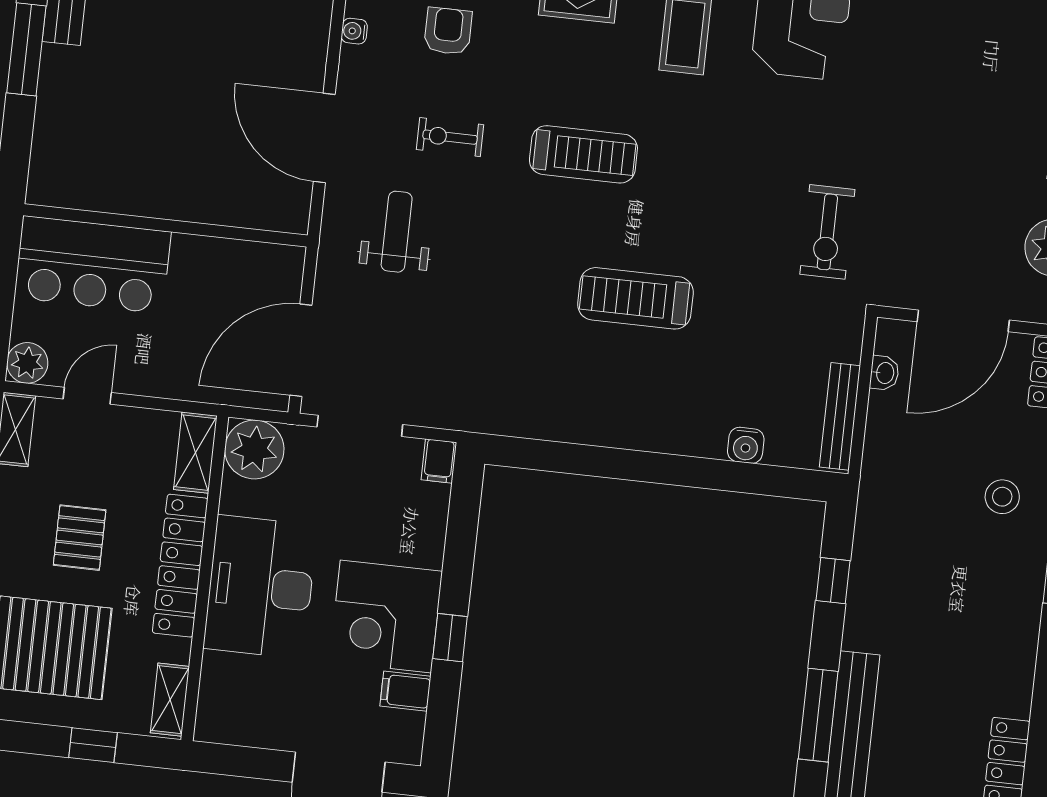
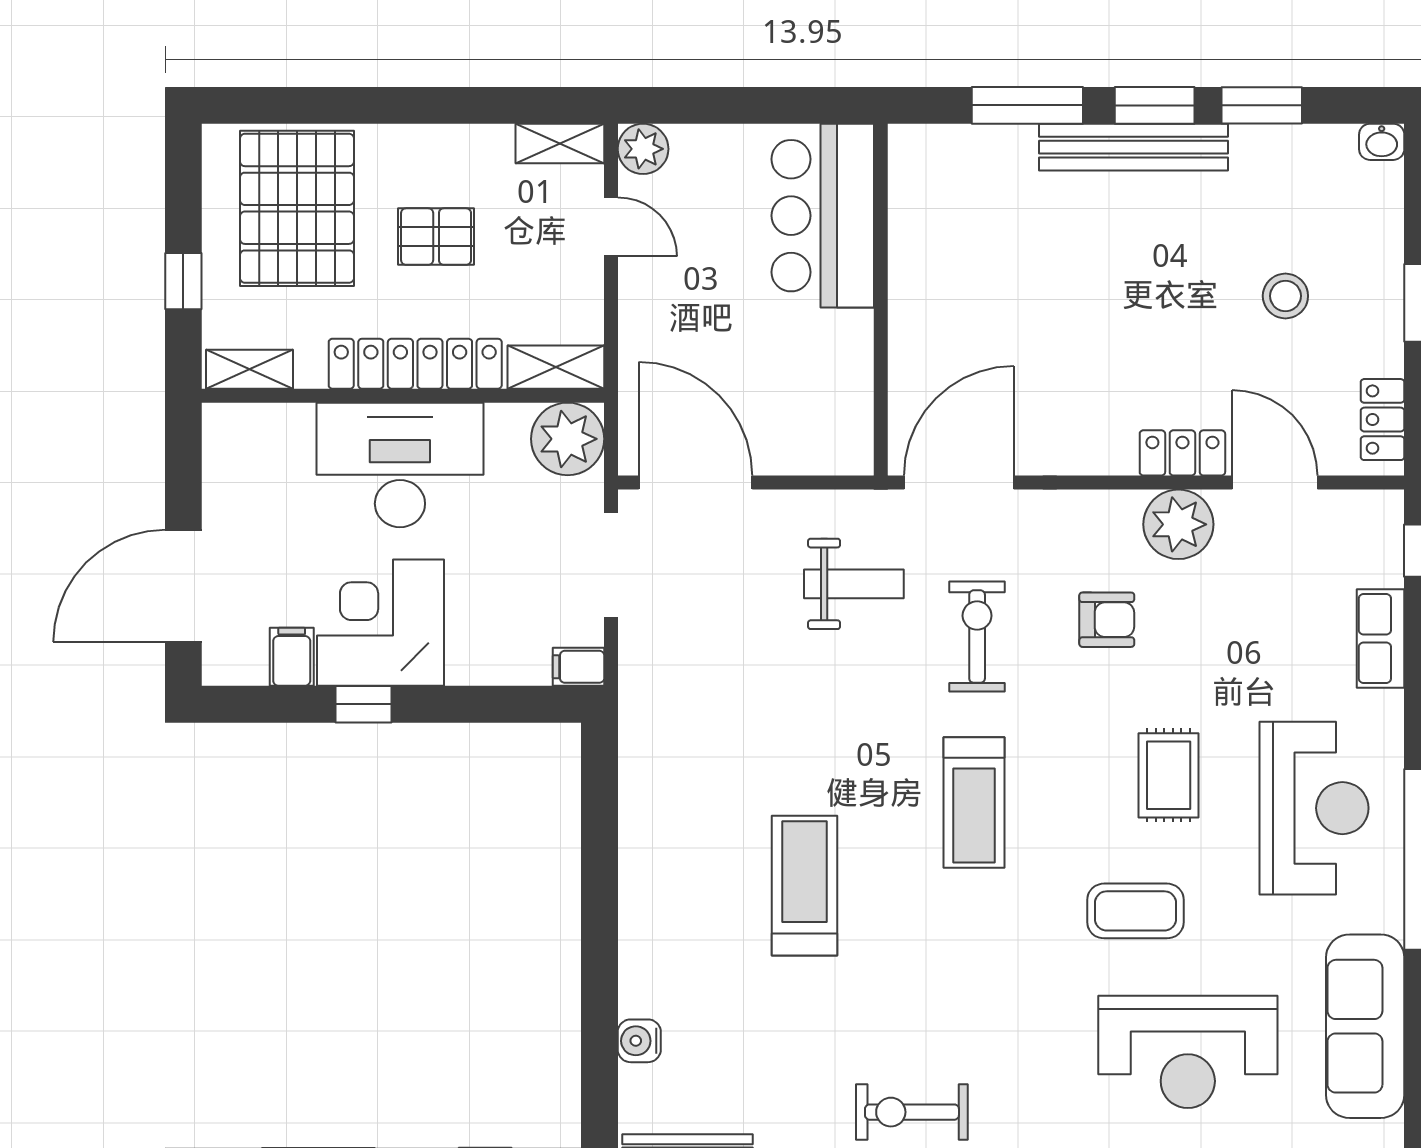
water cooler: (354, 31) -> (1094, 505), removed
exercise bike: (450, 137) -> (977, 637), width x1.38, depth x1.39
wall: (165, 225) -> (881, 300), moved
bar counter: (93, 265) -> (823, 216), moved

